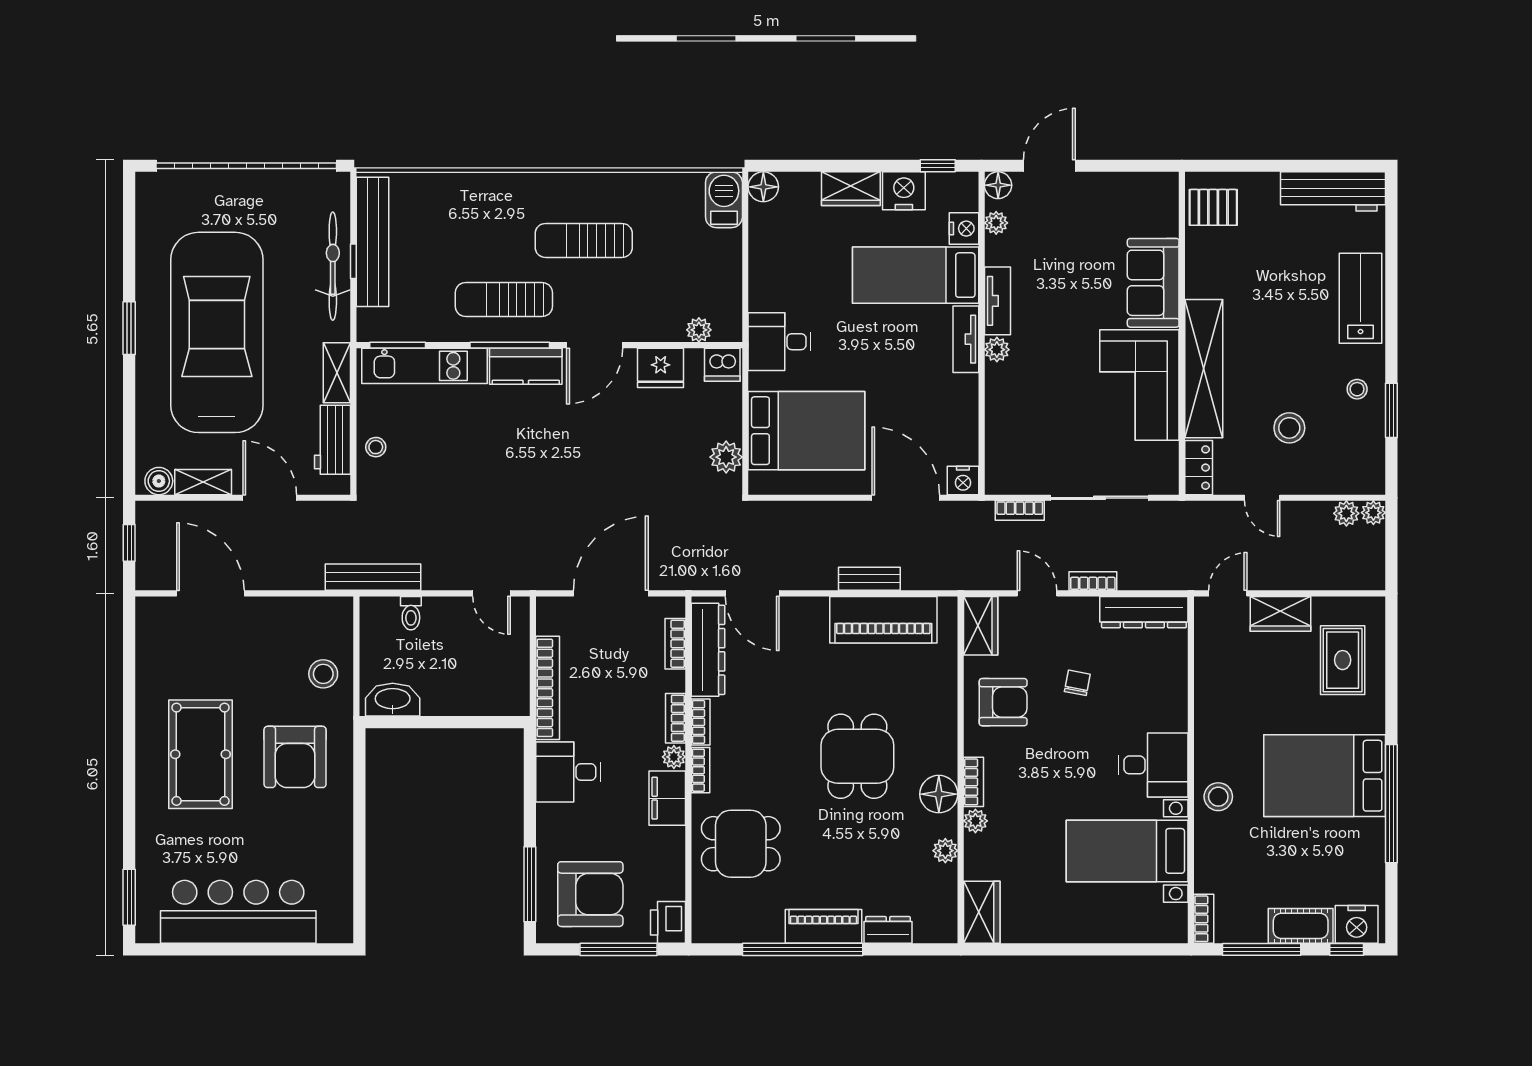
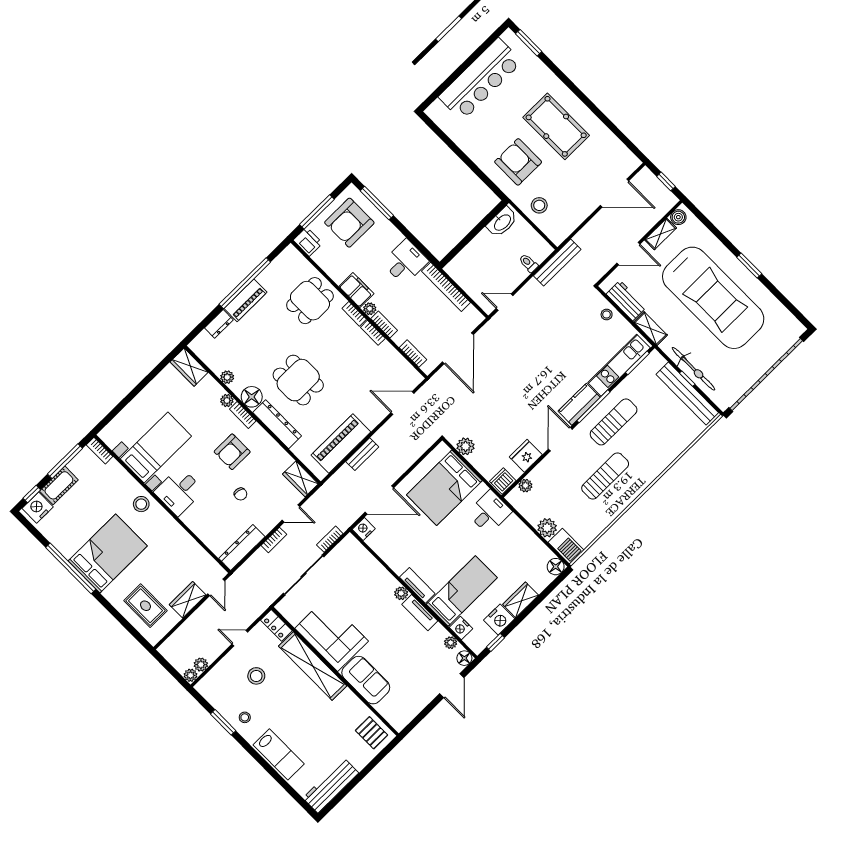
pallet: (1213, 207) -> (372, 733), turned 90
plant: (725, 248) -> (547, 528), added
dresser: (708, 650) -> (277, 424), moved, turned 180
armchair: (1003, 702) -> (232, 452), moved

